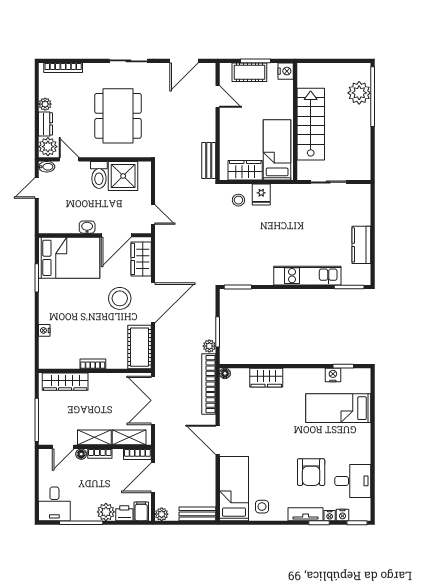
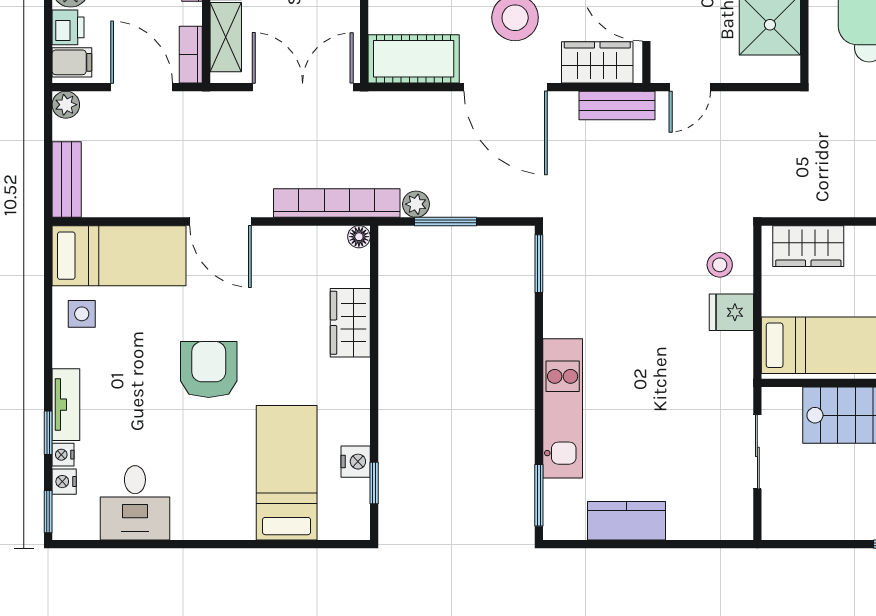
bench: (209, 161) -> (617, 106), moved
wardrobe: (245, 170) -> (808, 246), moved, turned 90
door: (218, 440) -> (221, 221), swing flipped
armchair: (311, 472) -> (209, 370), moved, turned 90

